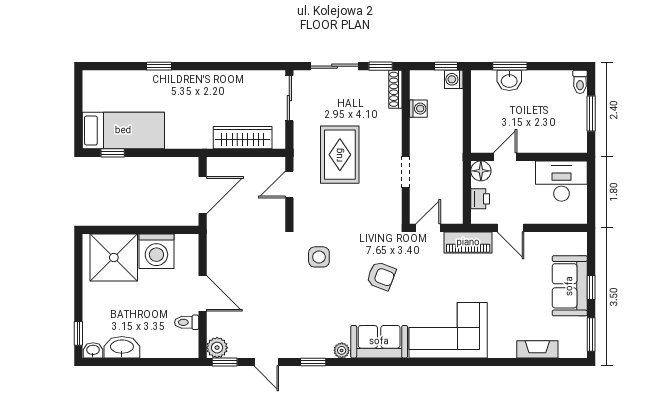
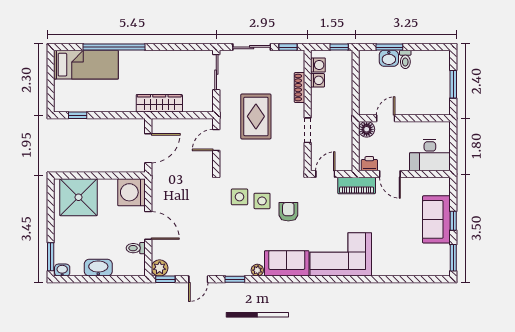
window: (159, 66) -> (114, 47), width x3.17
washing machine: (454, 79) -> (318, 65), moved, turned 180
toilet: (580, 82) -> (405, 59), moved
shoe rack: (395, 89) -> (299, 88), moved
bed: (123, 131) -> (86, 65), moved
wardrobe: (243, 138) -> (159, 103), moved
desk: (561, 181) -> (430, 155), moved, turned 180
printer: (480, 199) -> (369, 164), moved, turned -90
washing machine: (156, 251) -> (131, 192), moved, turned 90
side table: (348, 262) -> (262, 201), added
armchair: (381, 276) -> (288, 212), turned -111
window: (78, 333) -> (51, 257), width x1.50
washbasin: (122, 347) -> (98, 268), moved
fireplace: (537, 349) -> (411, 269), removed
door: (266, 362) -> (198, 279), hinge flipped

